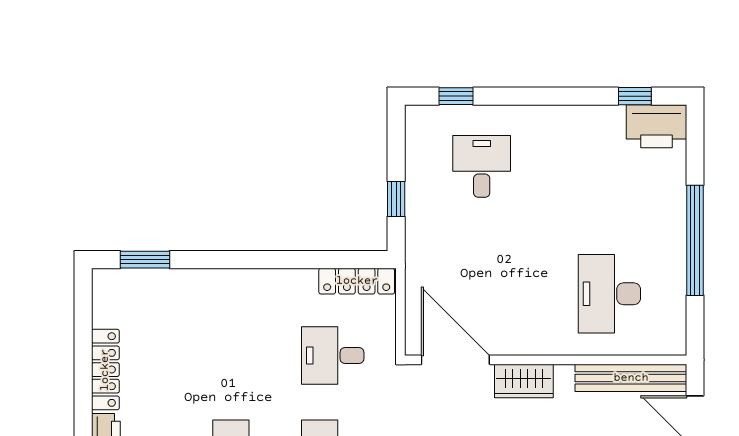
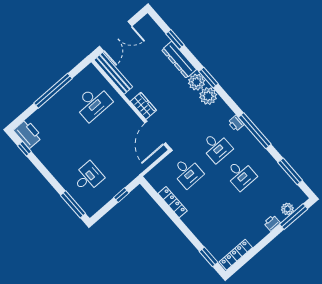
window: (456, 96) -> (73, 204), width x2.17
desk: (482, 166) -> (88, 177), turned 180
locker: (357, 281) -> (173, 202), moved
locker: (105, 370) -> (236, 255), moved

